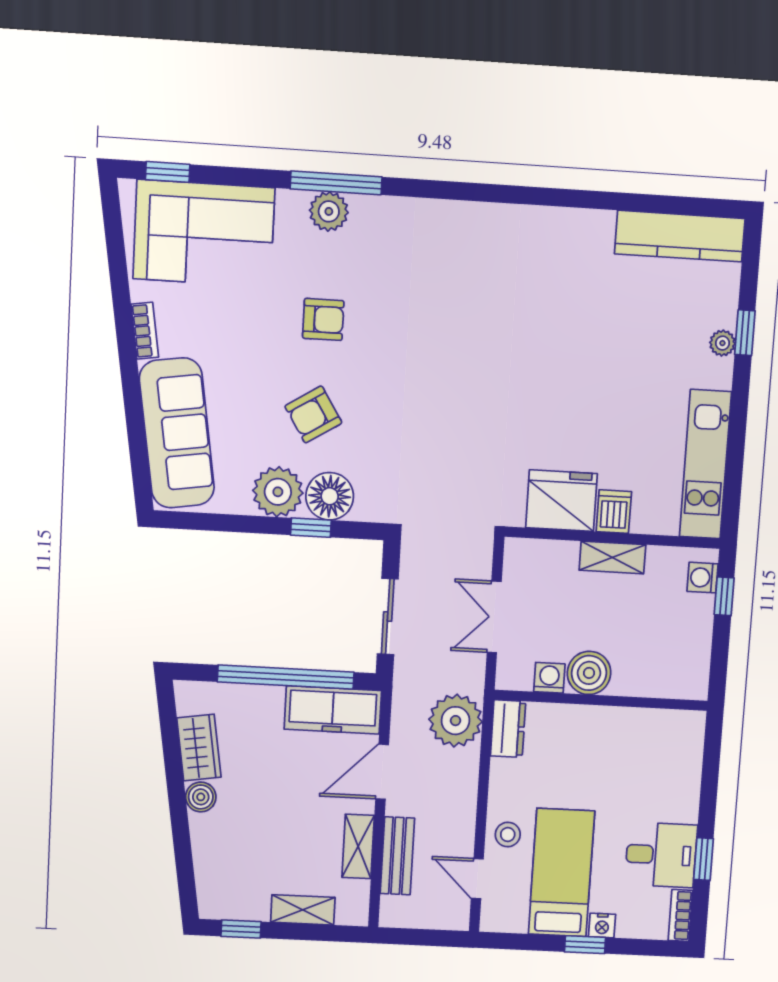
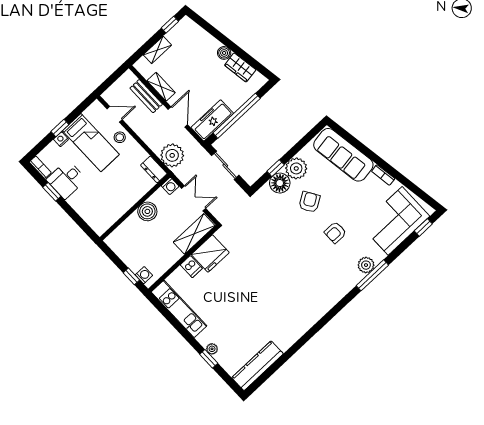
shelving: (612, 557) -> (194, 234), moved, width x1.50, depth x1.33
washing machine: (549, 678) -> (170, 186), moved

